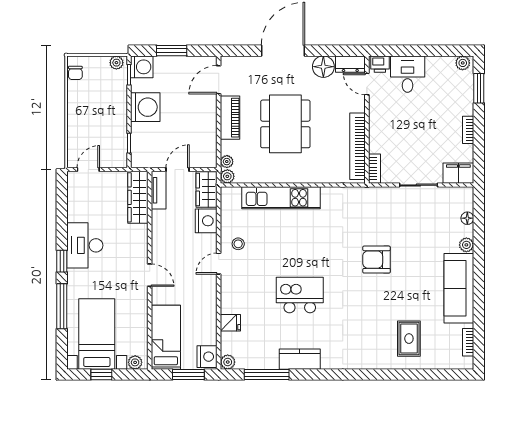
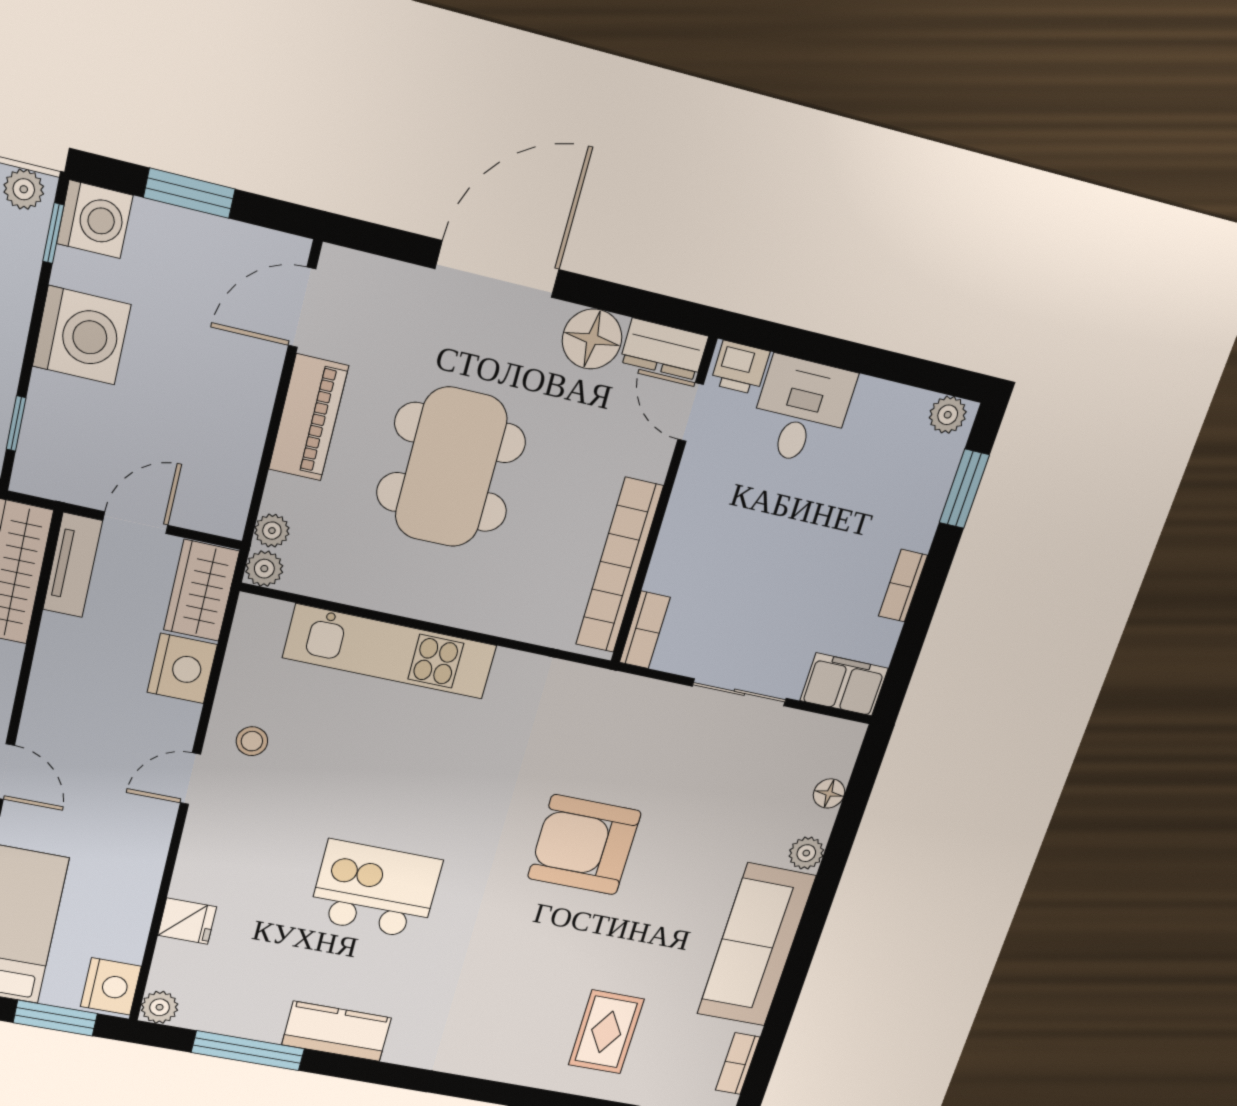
armchair: (377, 260) -> (584, 845), width x1.36, depth x1.36

